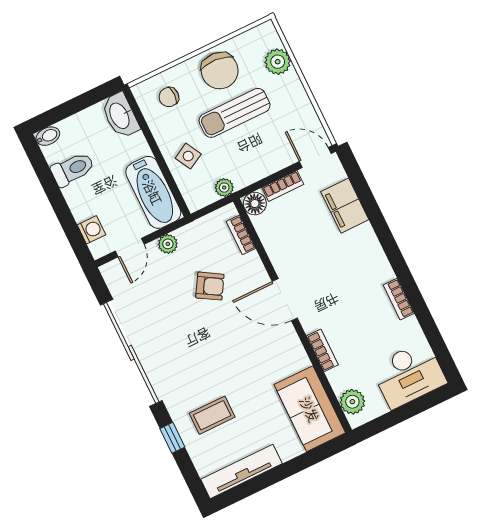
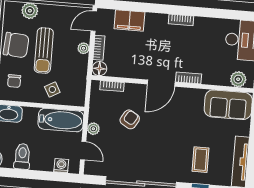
plant: (224, 188) -> (84, 48), moved
bookcase: (399, 299) -> (181, 20), moved
bookcase: (322, 350) -> (189, 78), moved

